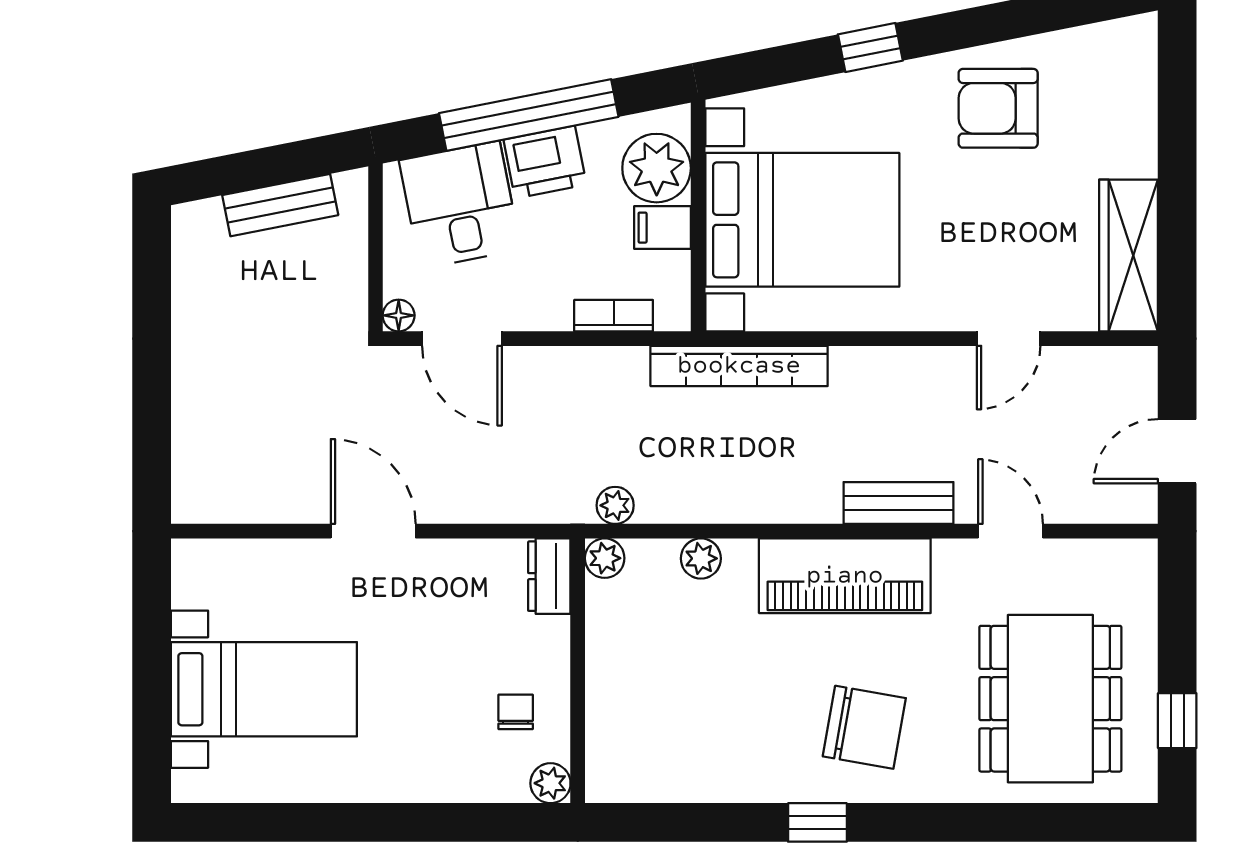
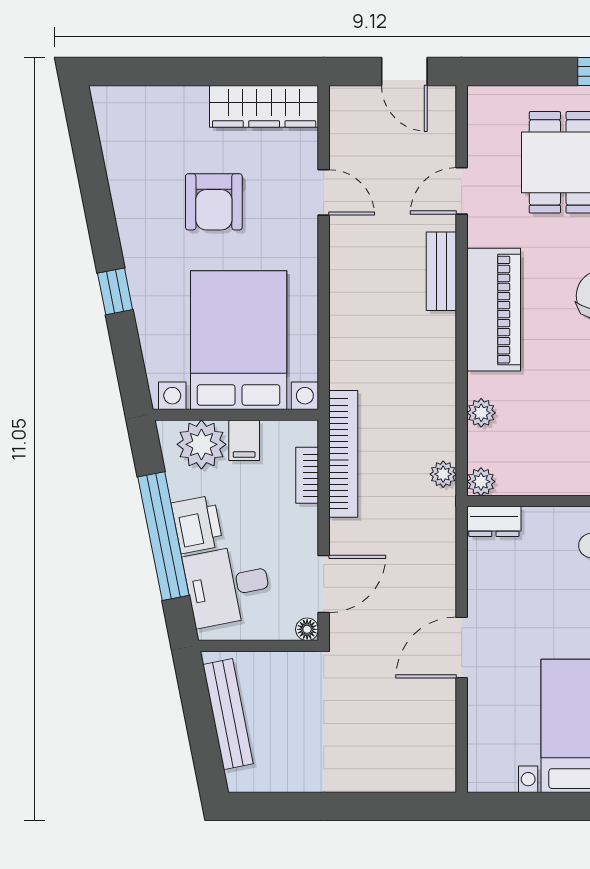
armchair: (998, 108) -> (214, 202), moved
bench: (280, 205) -> (228, 714), width x1.36
bookcase: (739, 366) -> (343, 454), moved

